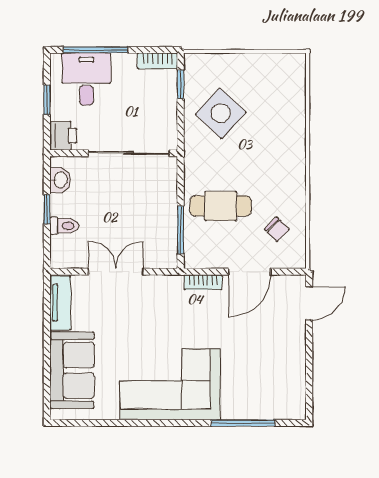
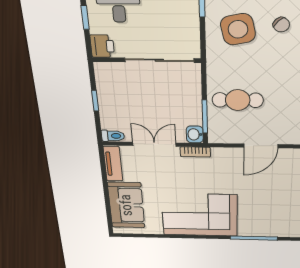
side table: (221, 113) -> (238, 29), turned 35
washbasin: (60, 180) -> (195, 134), moved, turned 180
toilet: (64, 226) -> (113, 136), moved
chair: (277, 229) -> (281, 25), moved
bookcase: (203, 282) -> (195, 152), moved

